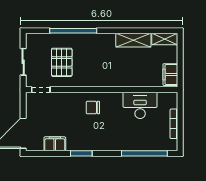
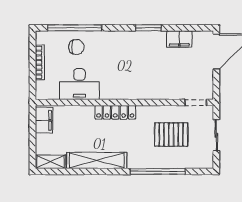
shelving: (133, 40) -> (97, 160), width x1.47
pallet: (62, 62) -> (171, 135), turned 90
locker: (110, 81) -> (115, 112), added
chair: (93, 108) -> (76, 47), moved

